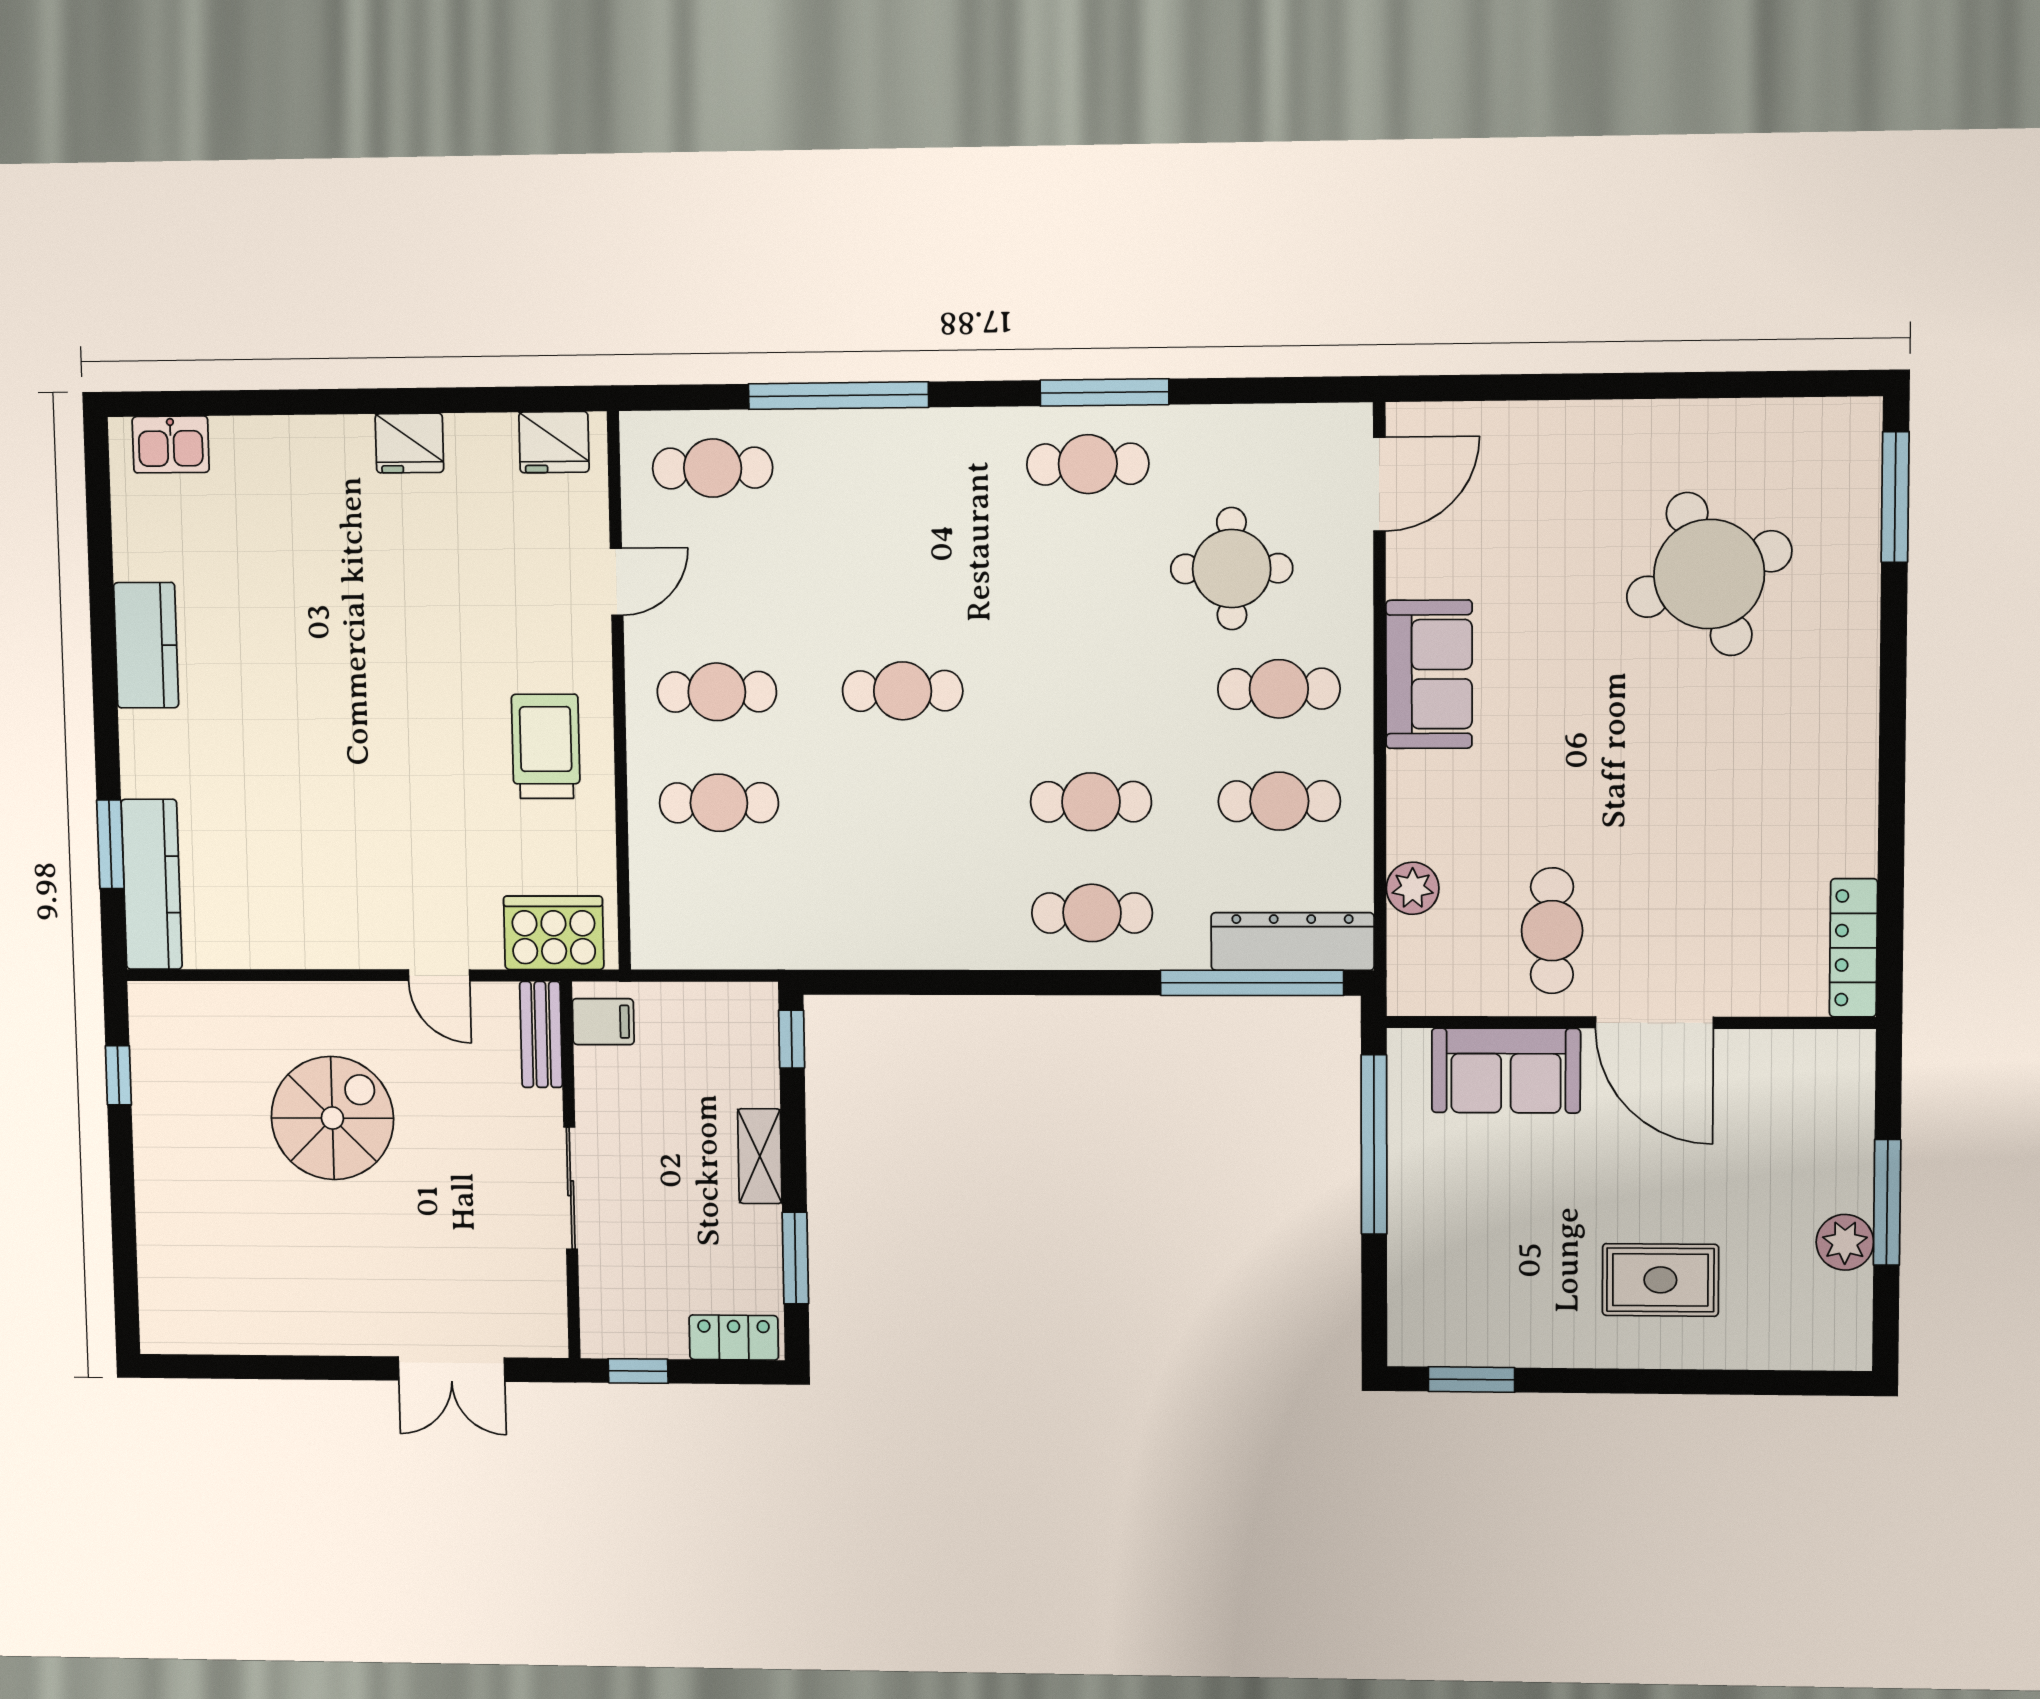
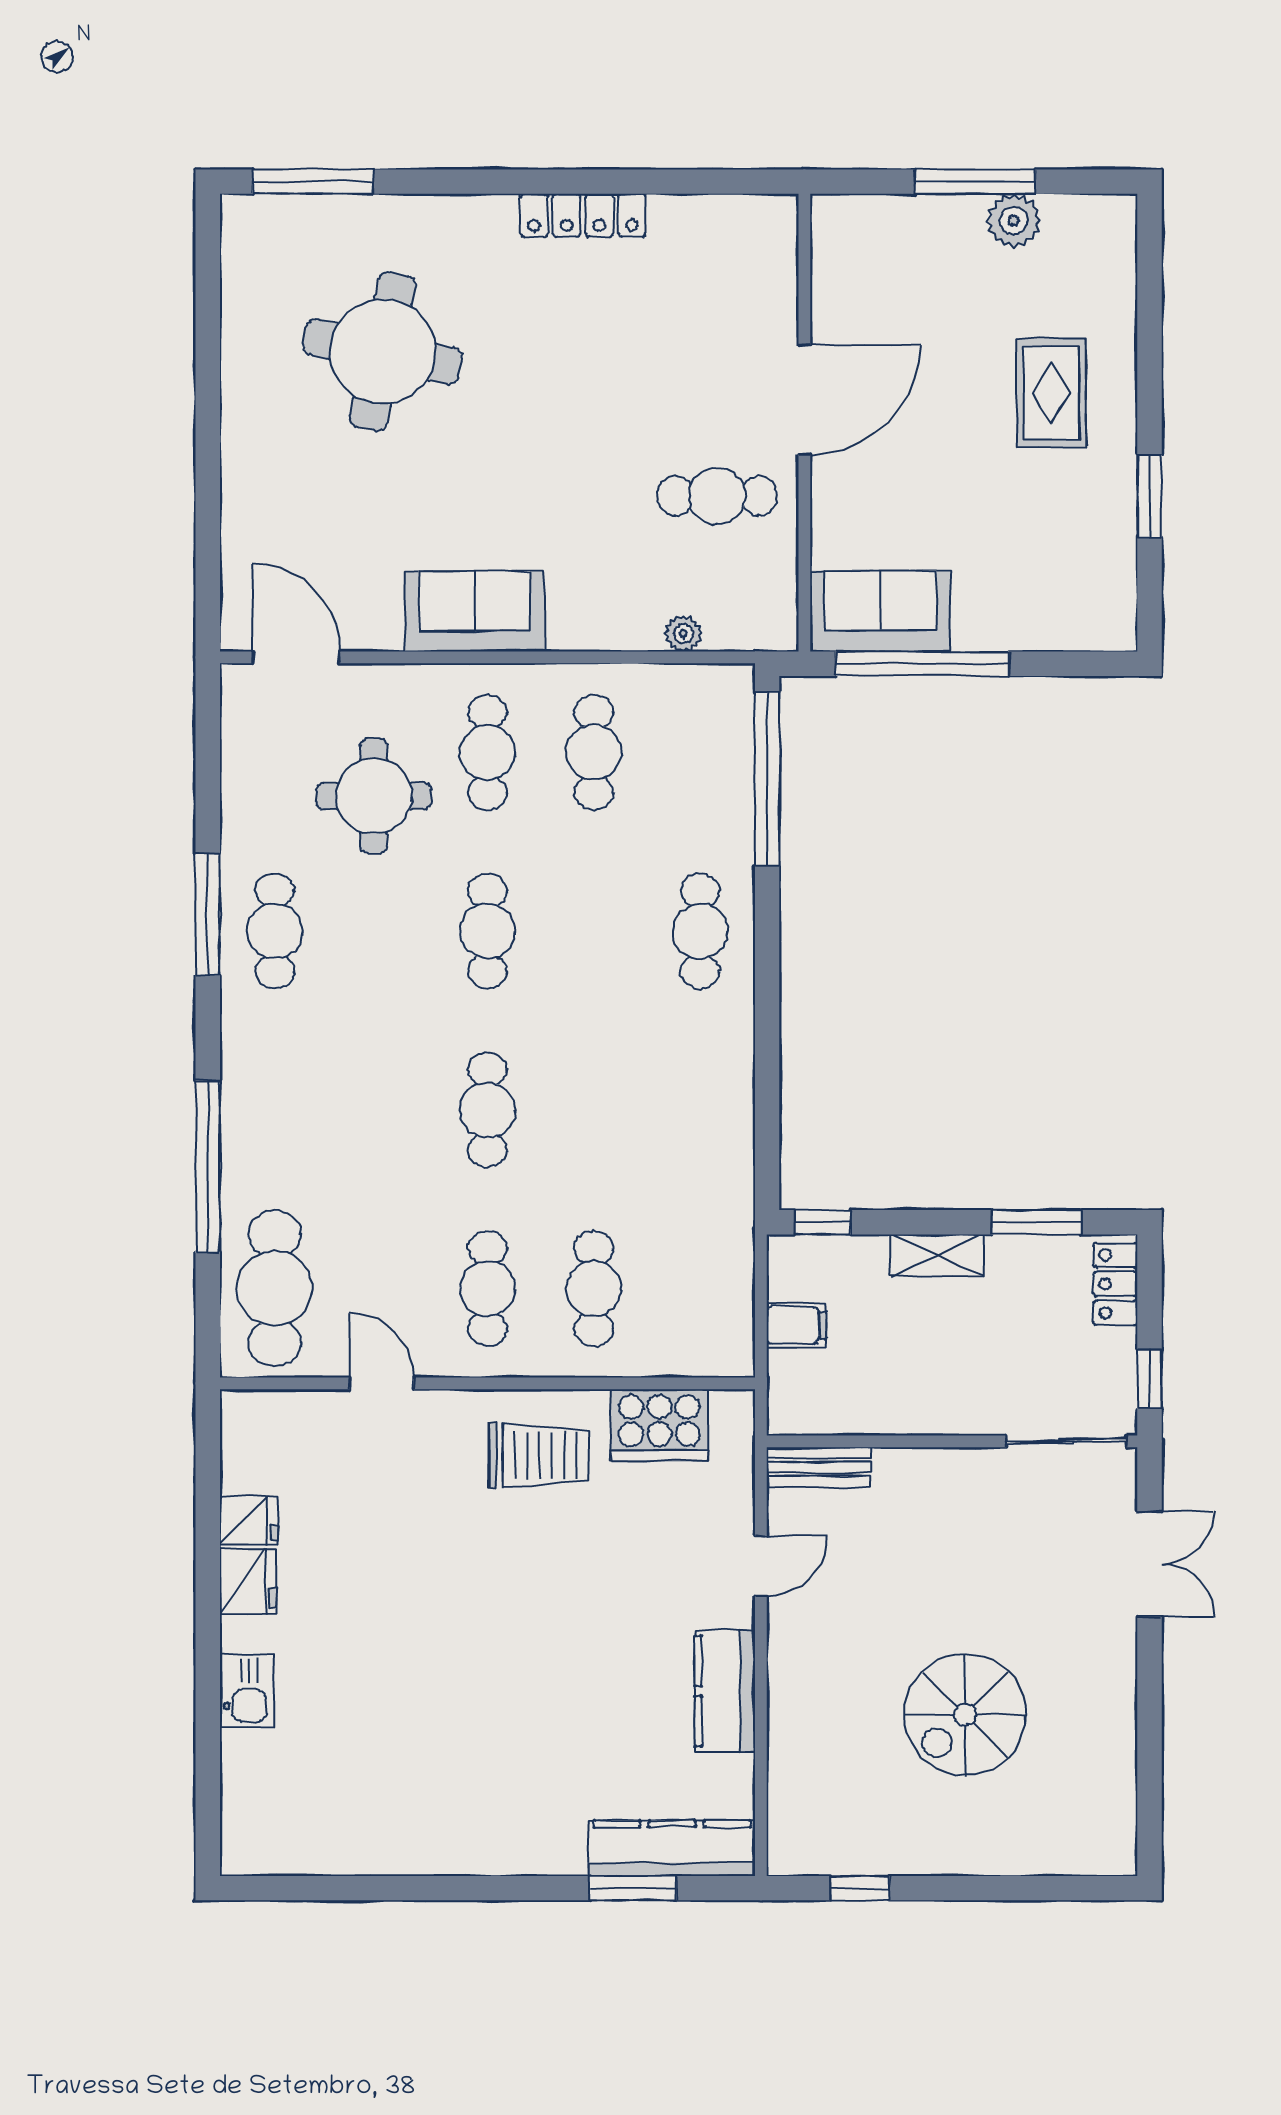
fridge: (554, 442) -> (249, 1521), moved, width x0.72
kitchen sink: (171, 445) -> (247, 1691), moved
cafe table: (713, 468) -> (275, 1289), width x1.37, depth x1.35
round table: (1709, 574) -> (383, 351), turned 32
kitchen counter: (146, 645) -> (725, 1691), moved, turned -90
trolley: (546, 746) -> (539, 1456), turned 180
cafe table: (1091, 802) -> (487, 931), moved
plant: (1413, 888) -> (684, 634), width x0.73, depth x0.73
cooker: (554, 933) -> (659, 1425), moved, turned -90
dresser: (1293, 942) -> (728, 740), removed
locker: (1853, 948) -> (583, 215), moved
filing cabinet: (603, 1022) -> (797, 1325), moved, turned 90
sofa: (1506, 1071) -> (880, 611), moved, turned -90
spiral stairs: (332, 1118) -> (965, 1715), moved, turned -90
sliding door: (571, 1188) -> (1066, 1441), moved
window: (1471, 1380) -> (1149, 496), moved

